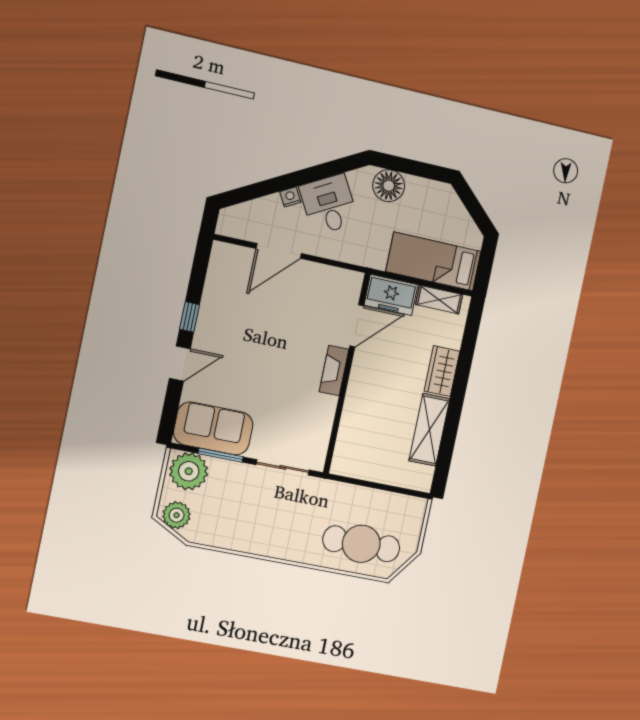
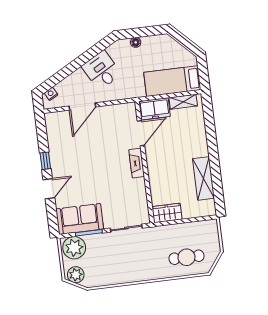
floor lamp: (389, 186) -> (136, 42), width x0.53, depth x0.53
nightstand: (290, 197) -> (51, 94), moved
wardrobe: (442, 371) -> (167, 213), moved, turned 90
cafe table: (361, 544) -> (187, 257), width x0.73, depth x0.74

